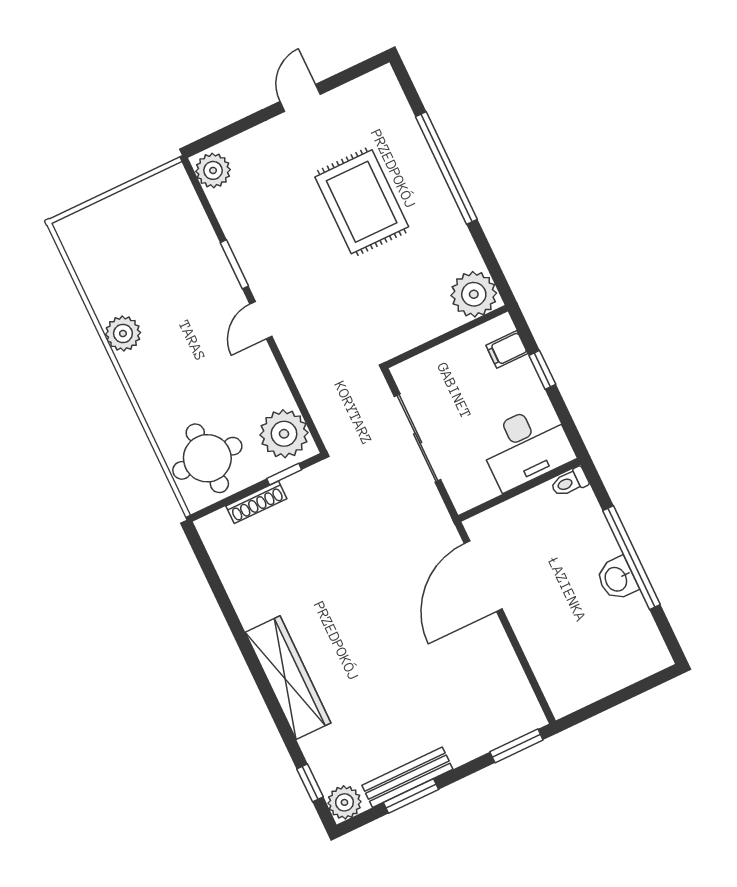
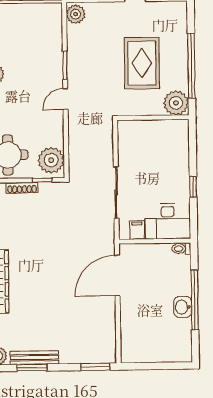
plant: (474, 294) -> (176, 103), moved
wall: (447, 337) -> (153, 118), moved
filing cabinet: (507, 349) -> (137, 230), moved, turned 90

